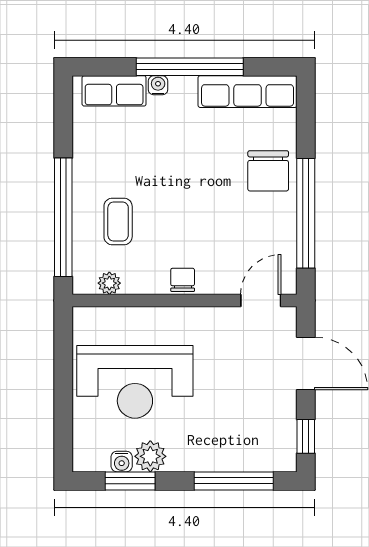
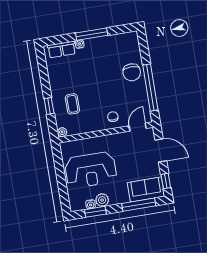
window: (190, 67) -> (92, 34), width x0.68
row of seats: (248, 92) -> (118, 41), removed
window: (63, 217) -> (49, 106), width x0.32
chair: (183, 280) -> (113, 117), moved
plant: (109, 283) -> (62, 132), moved
sofa: (256, 449) -> (146, 189), added

